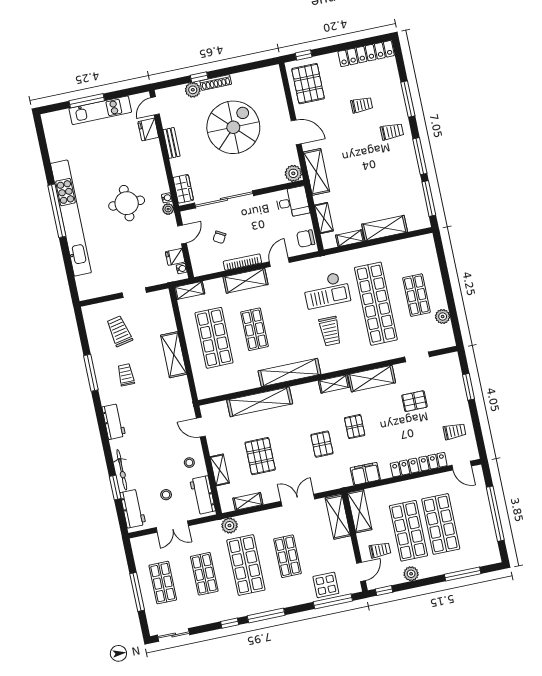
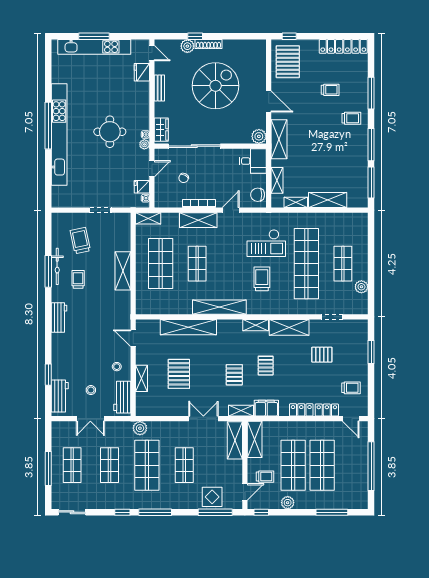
door: (155, 106) -> (152, 53), swing flipped
kitchen unit: (100, 110) -> (94, 47), width x1.36
trolley: (330, 331) -> (262, 279), turned 180
bicycle: (122, 470) -> (57, 266), moved
shelving: (248, 501) -> (241, 411), moved

